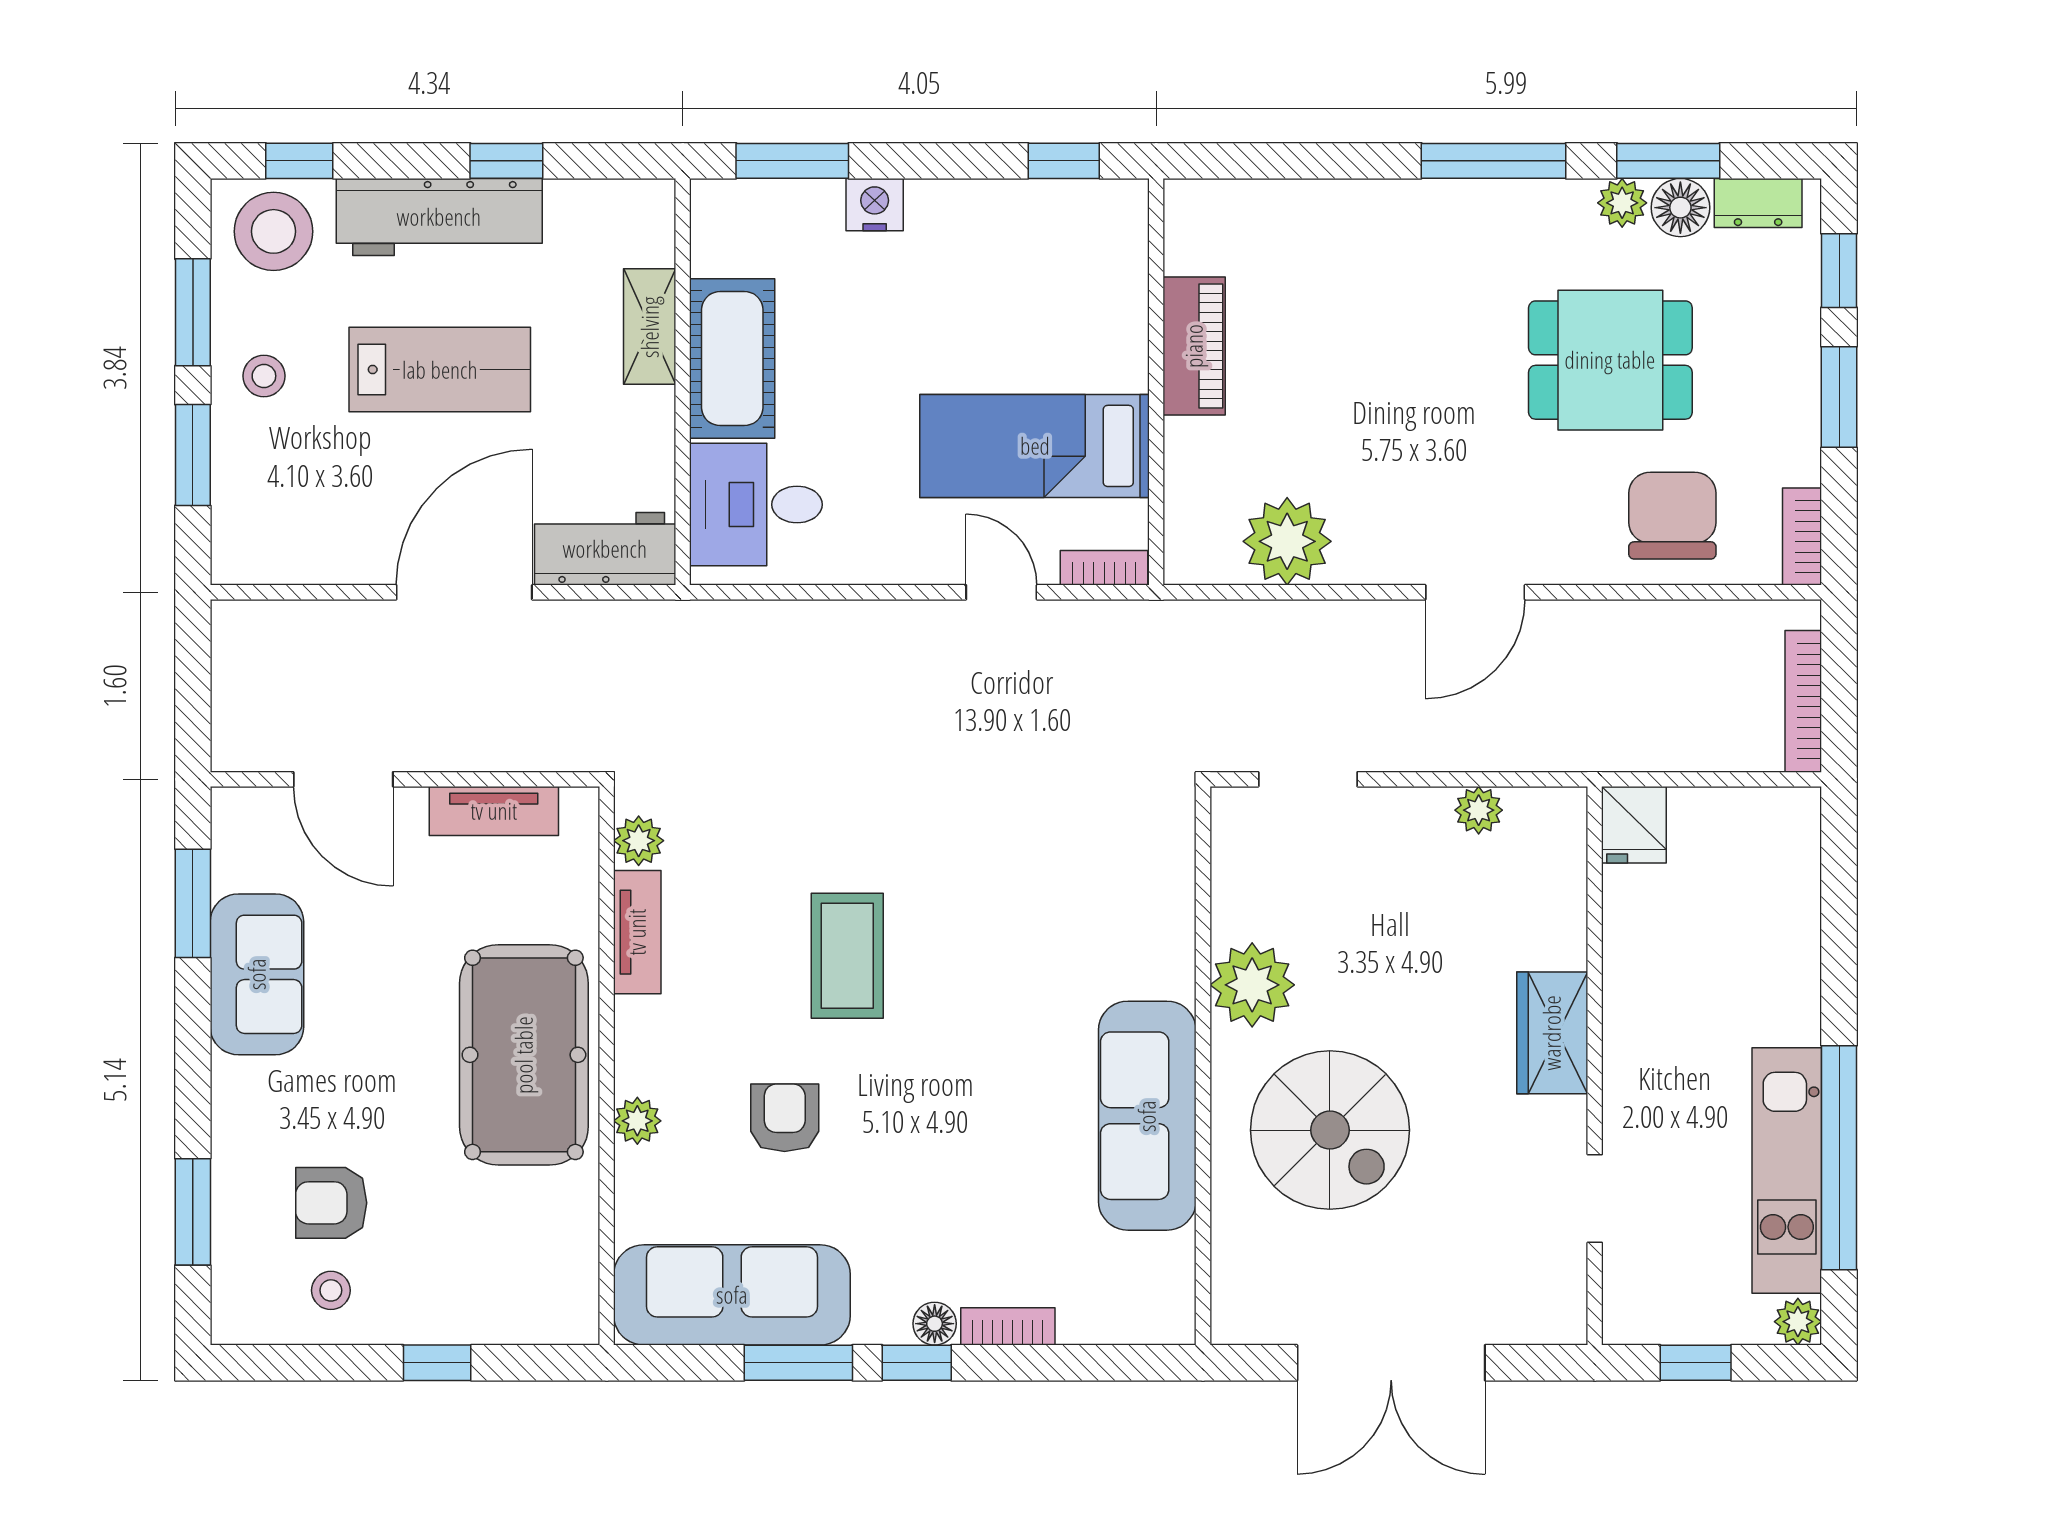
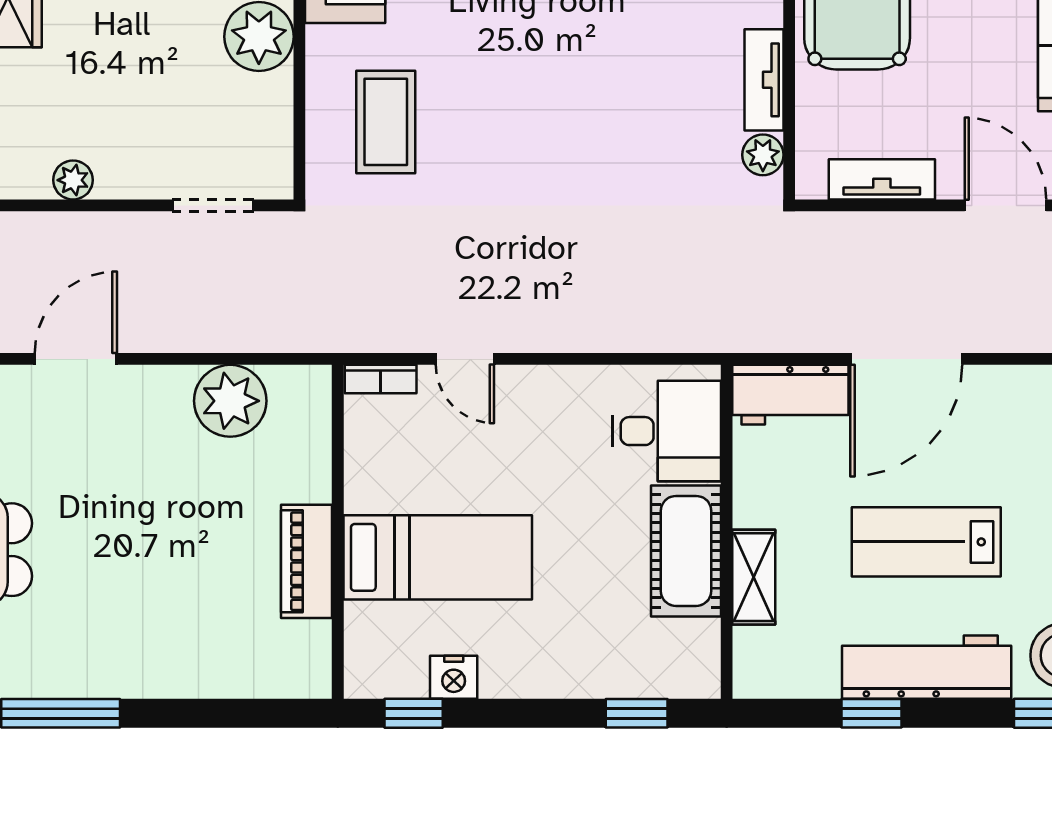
window: (792, 161) -> (637, 713), width x0.67
nightstand: (875, 205) -> (454, 677), moved
bed: (1035, 446) -> (438, 557), moved
coffee table: (847, 956) -> (386, 122), moved

